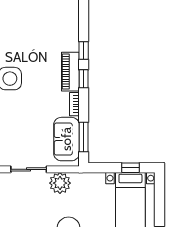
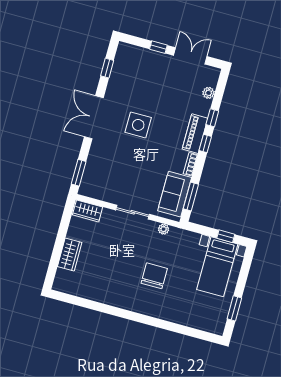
plant: (73, 26) -> (208, 93), added
plant: (60, 183) -> (164, 229), width x0.53, depth x0.53

